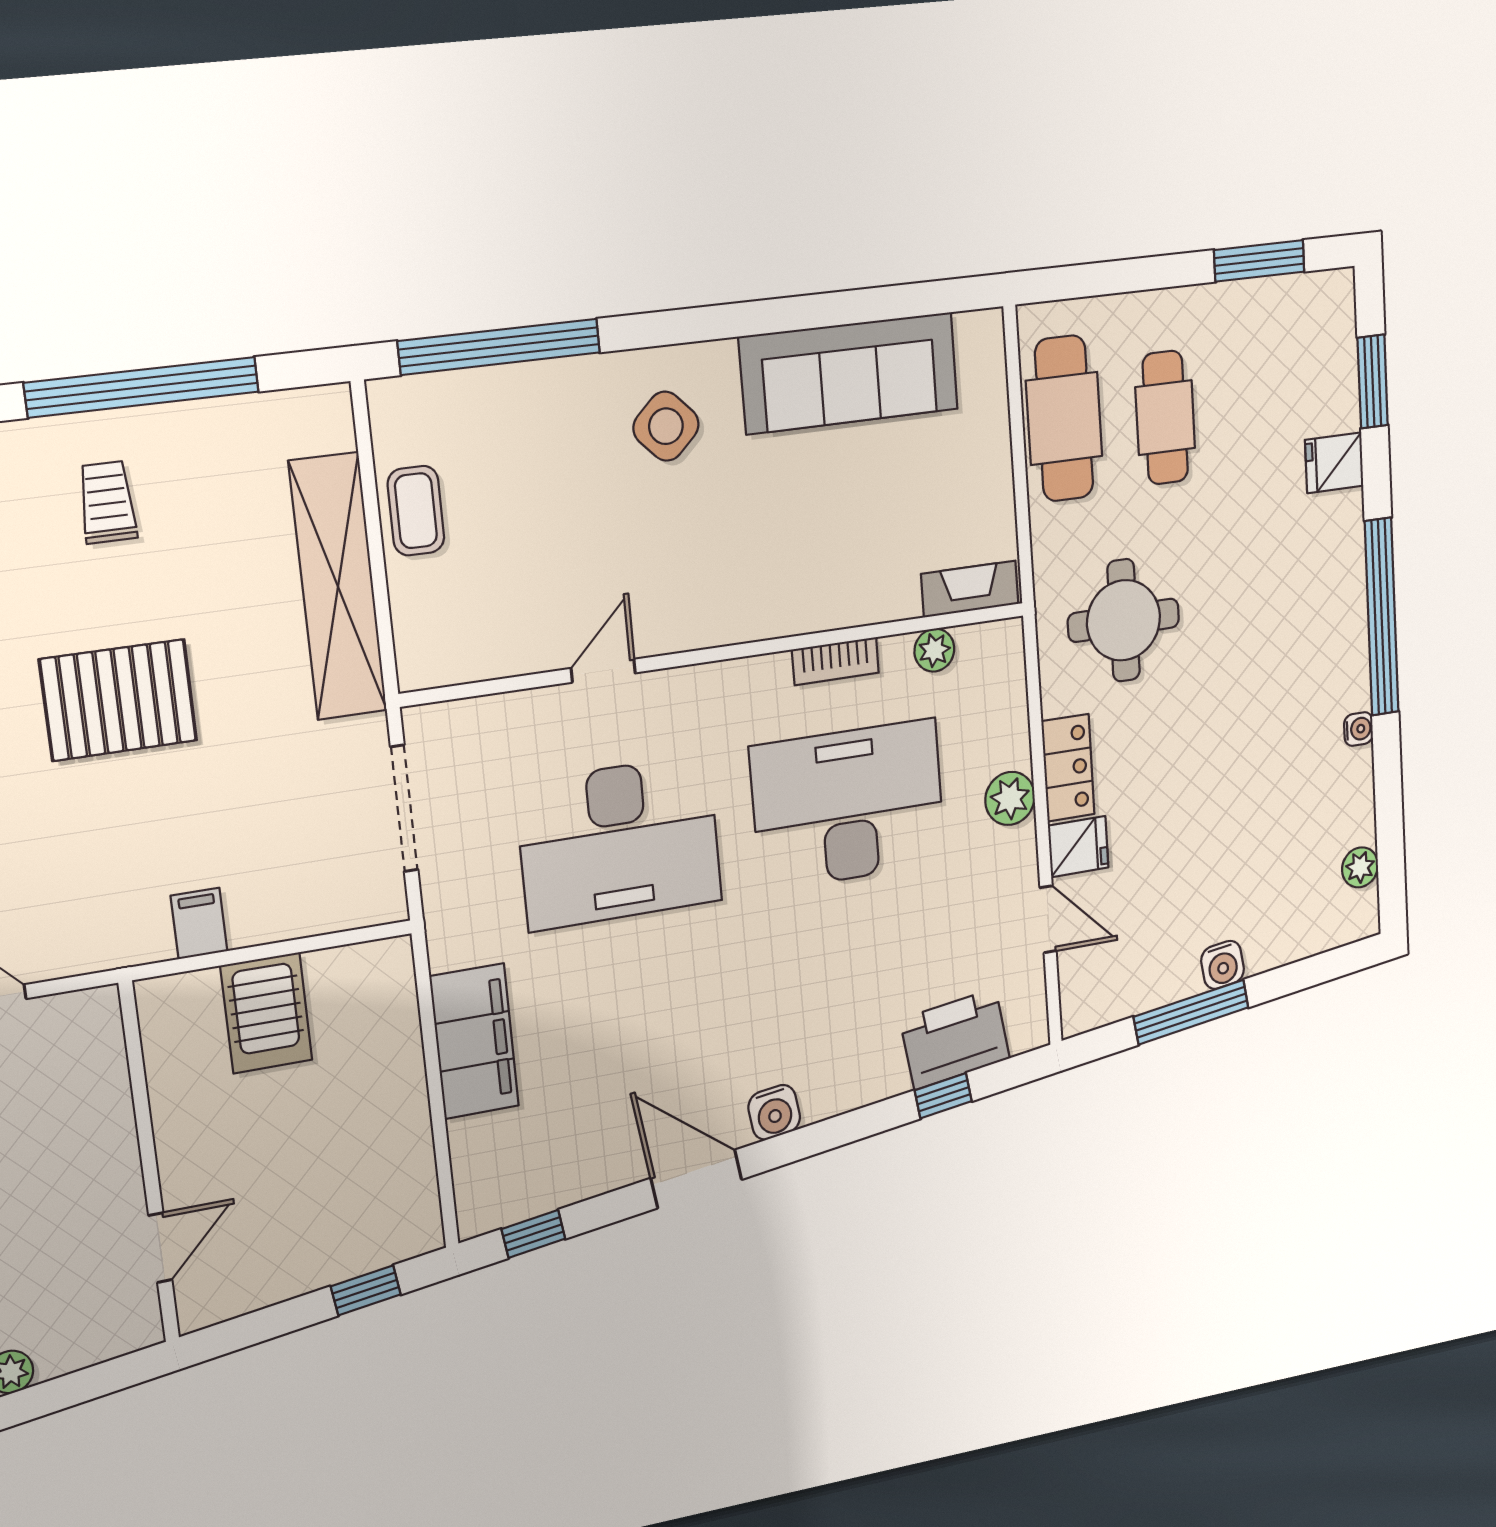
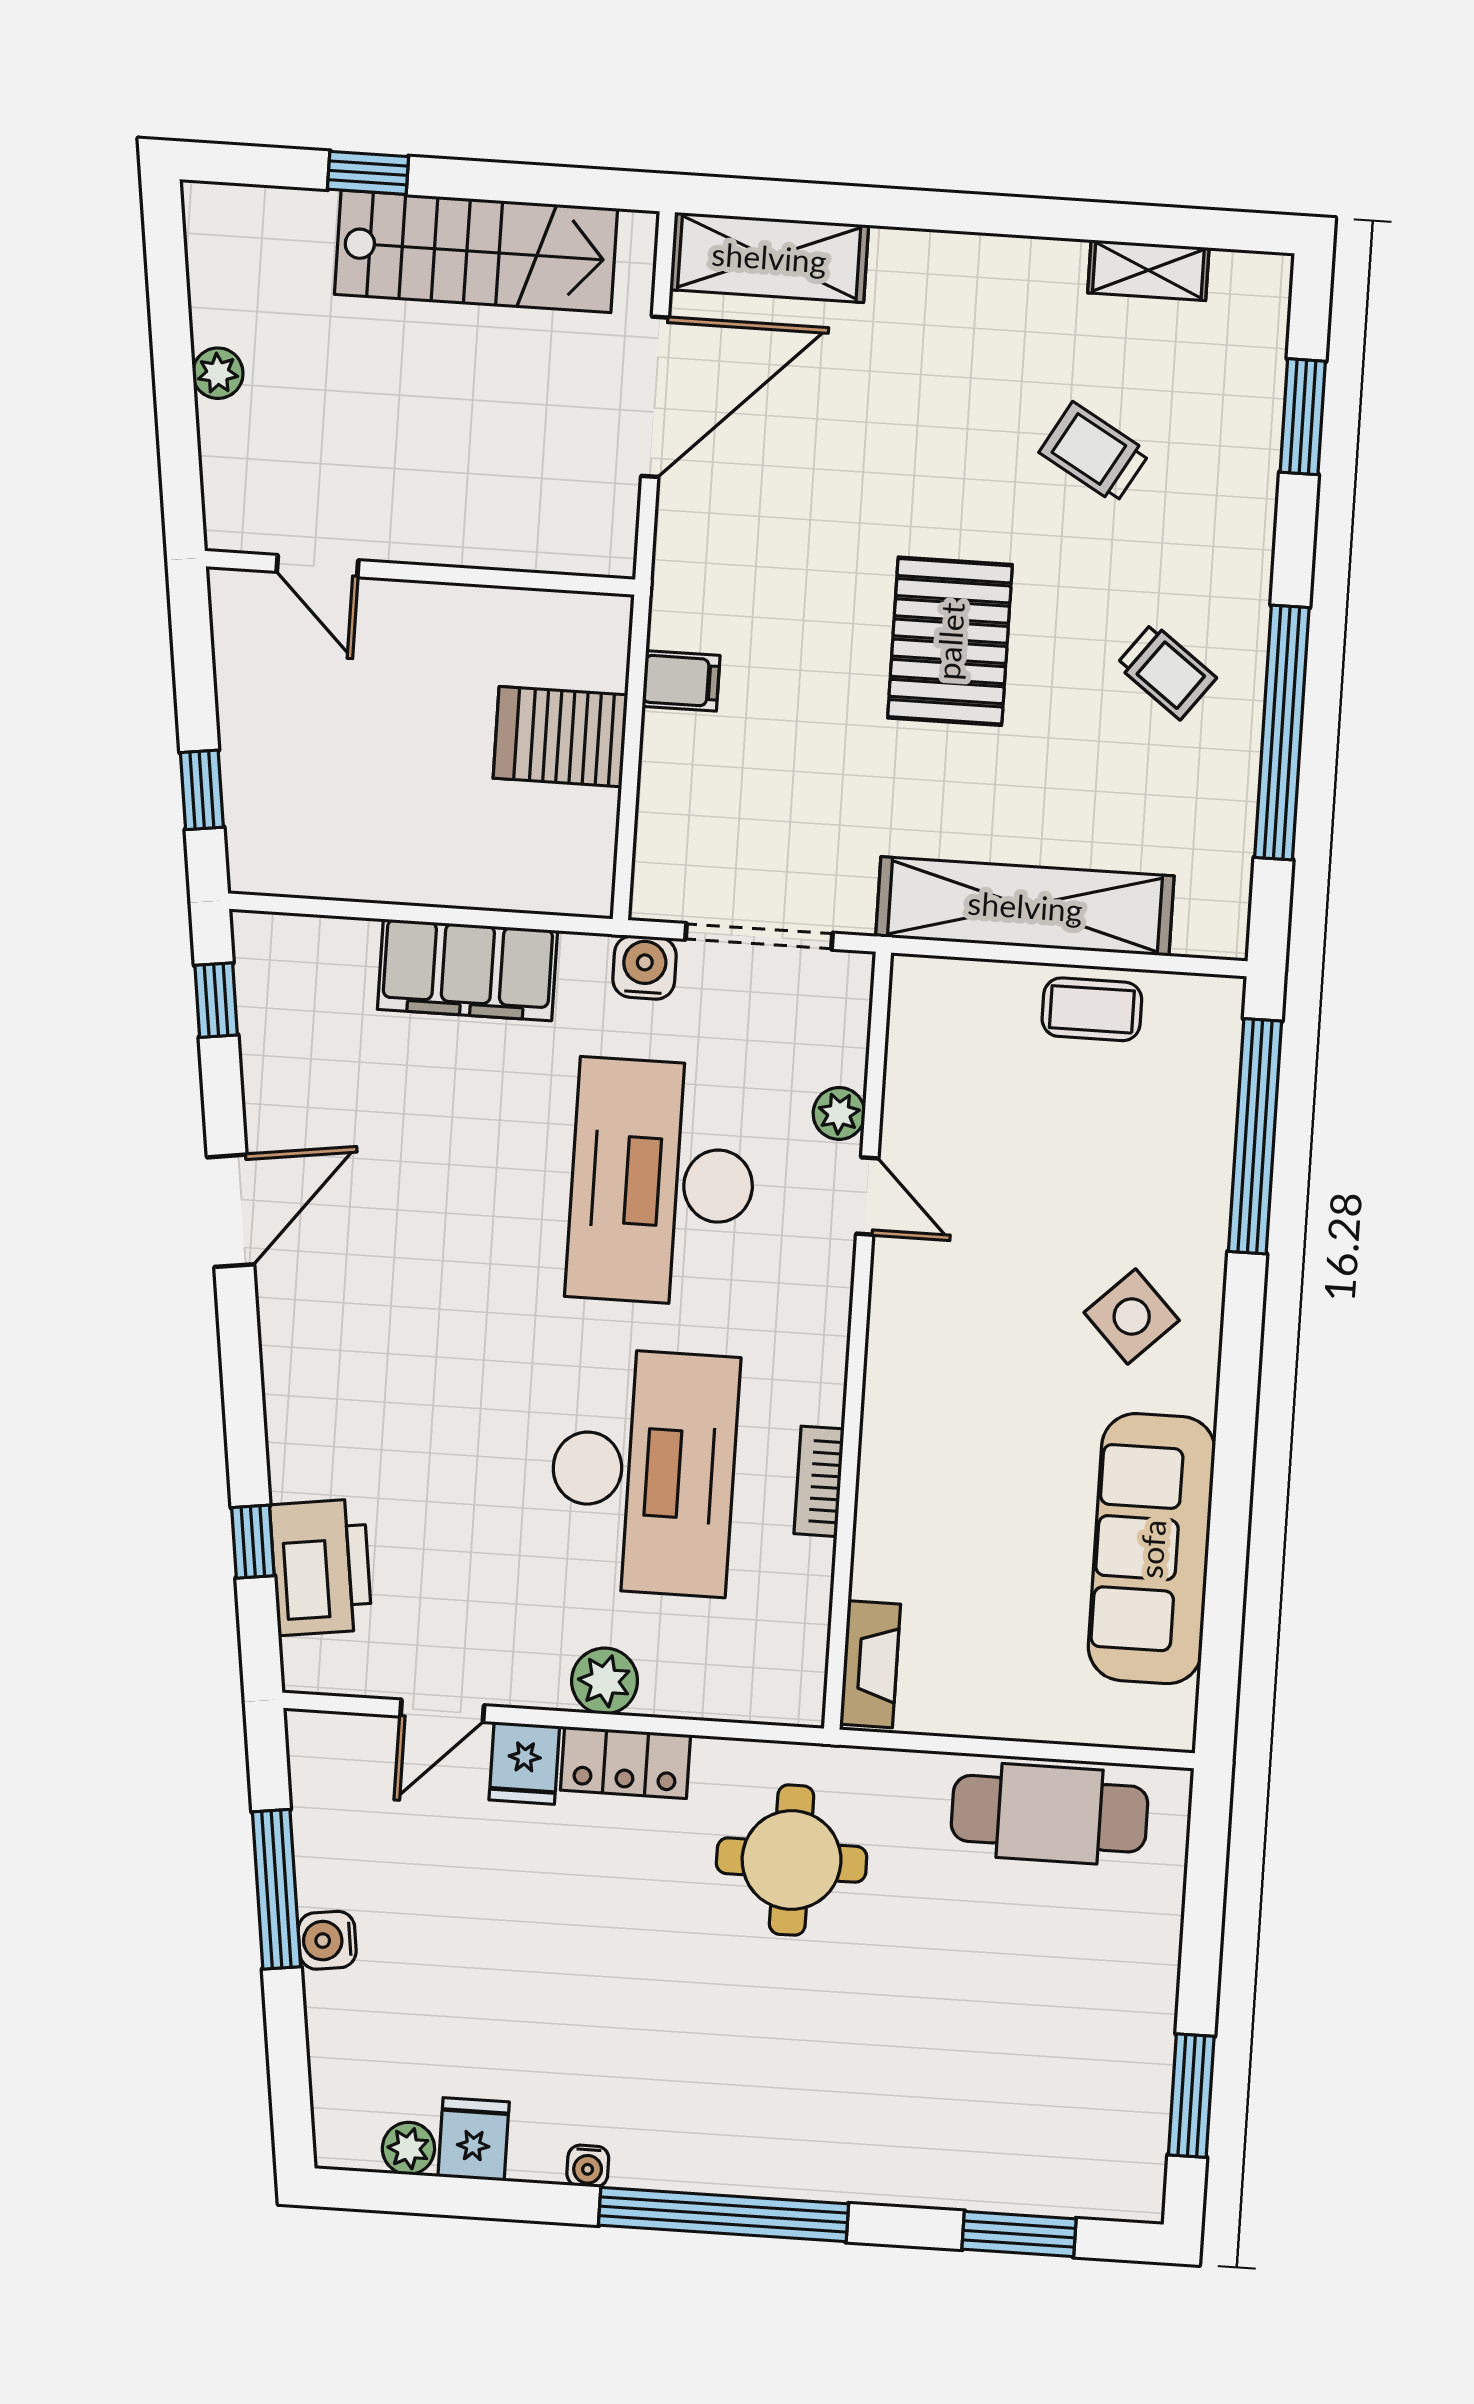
cafe table: (1165, 418) -> (1026, 1947), removed
fridge: (1334, 463) -> (474, 2139), moved
trolley: (107, 502) -> (1166, 671), turned 37
plant: (934, 650) -> (839, 1113), moved
water cooler: (774, 1112) -> (644, 967), moved, turned 98

